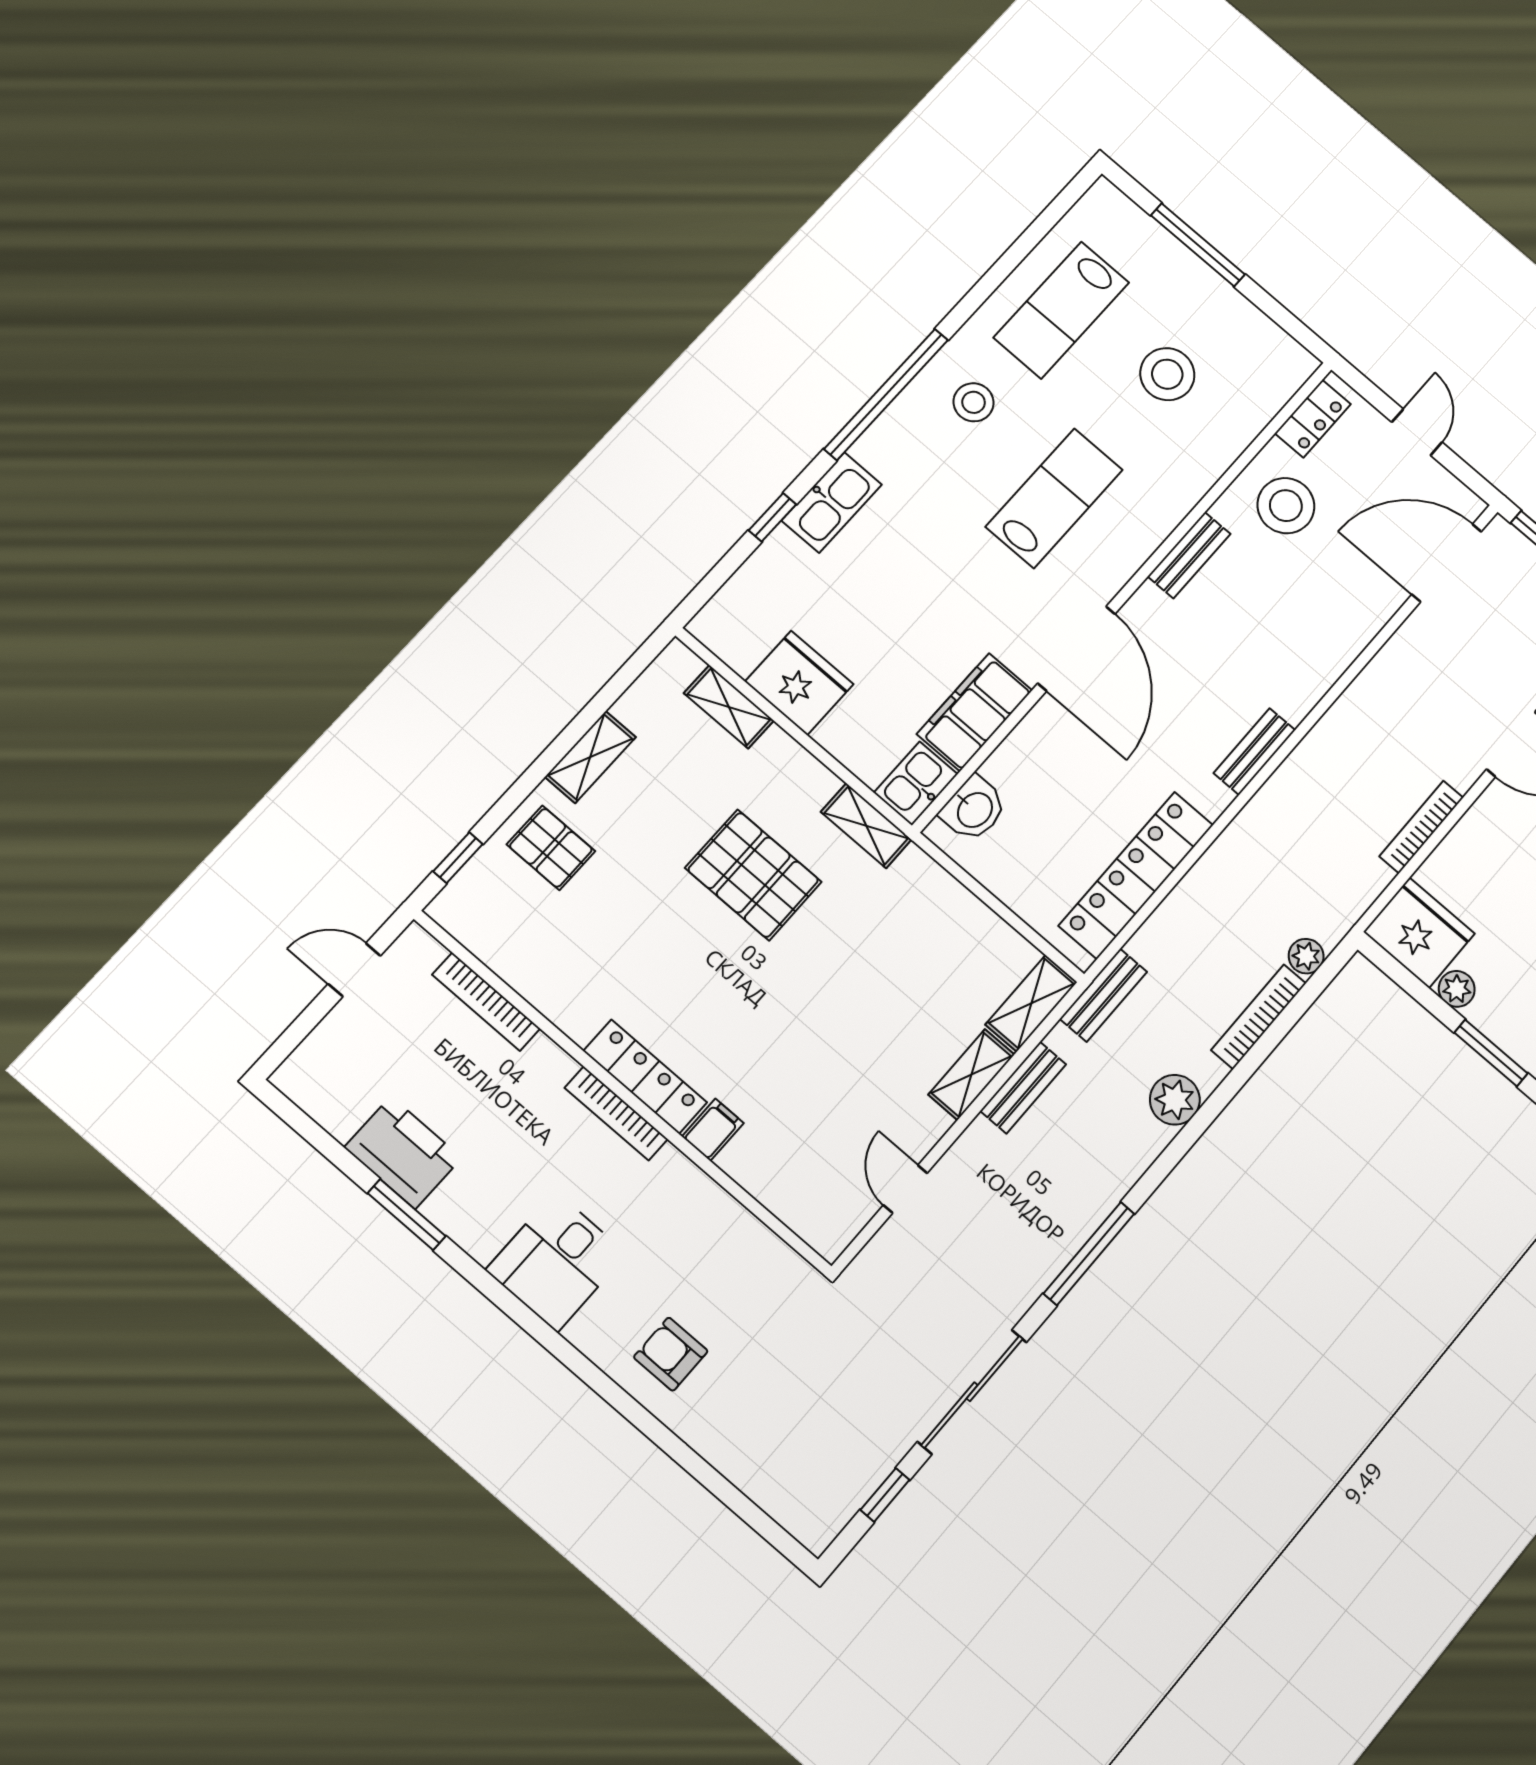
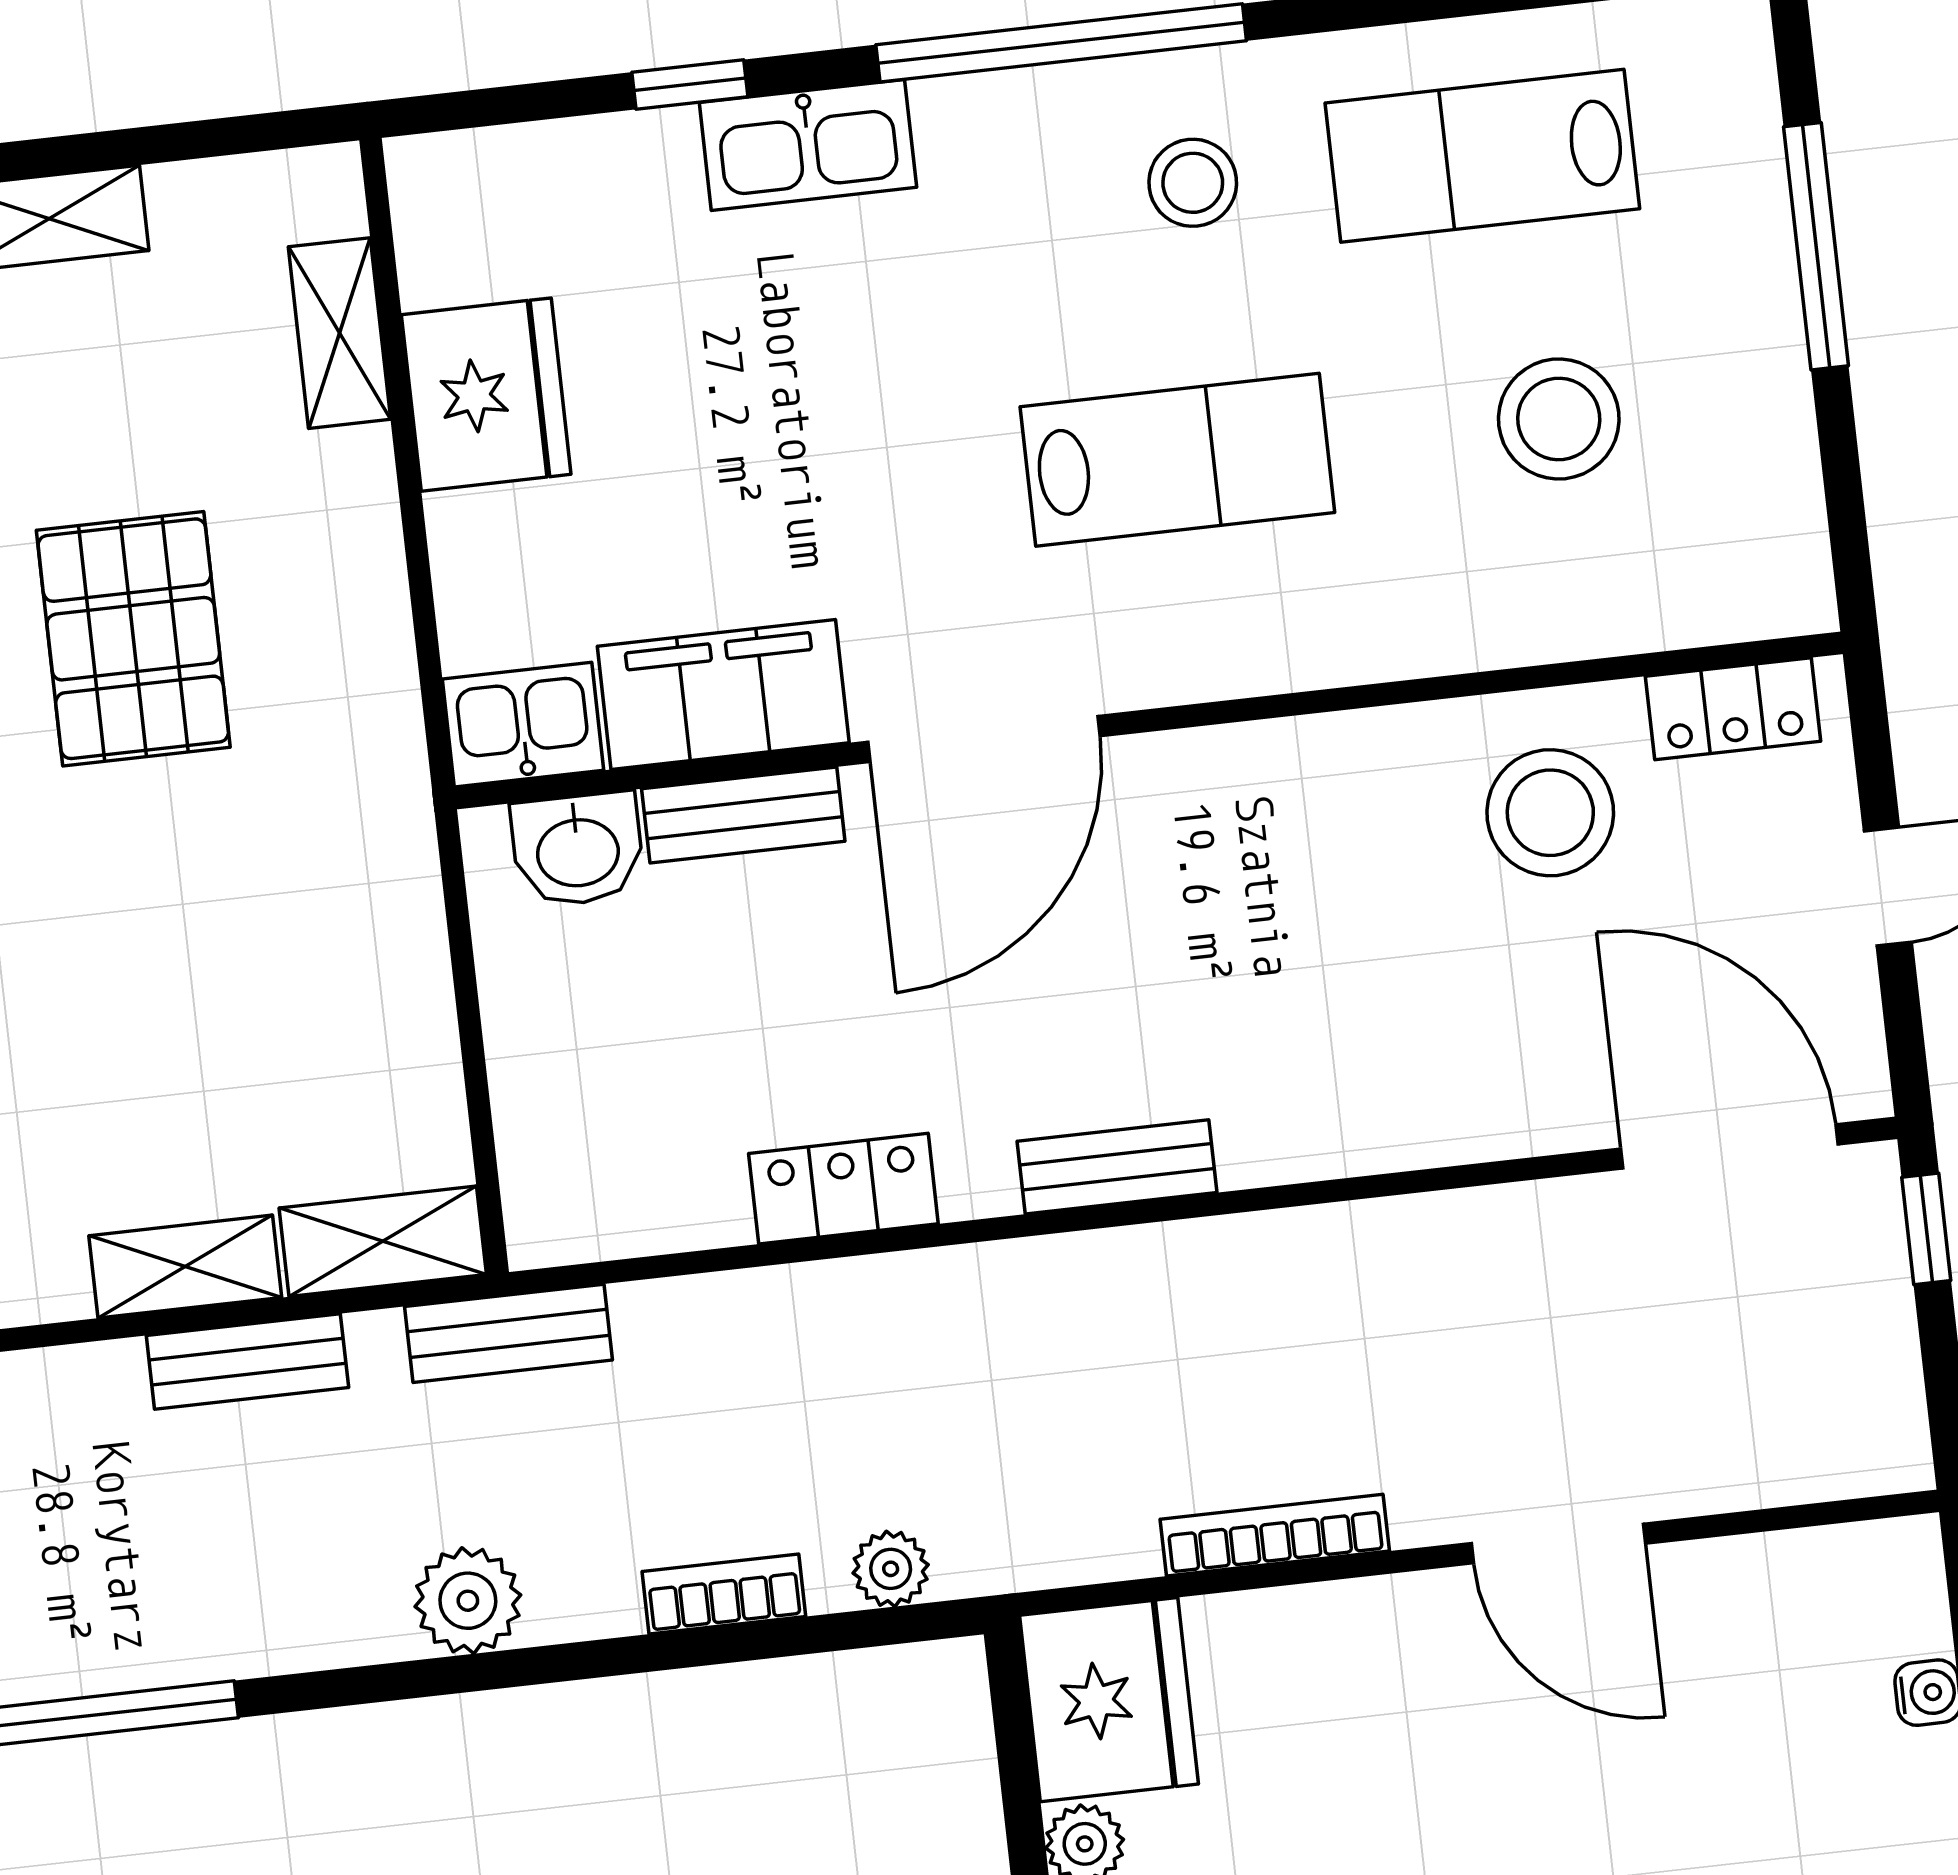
bench: (1189, 555) -> (743, 815), moved
shelving: (866, 826) -> (382, 721), removed
locker: (1136, 875) -> (843, 1189), width x0.46, depth x0.83
bookcase: (1259, 1017) -> (724, 1594), width x0.64

